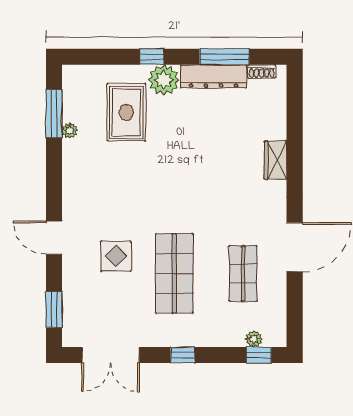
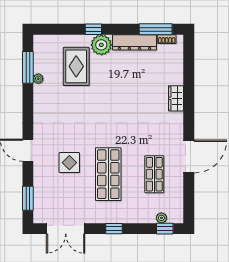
window: (224, 57) -> (156, 29), moved

